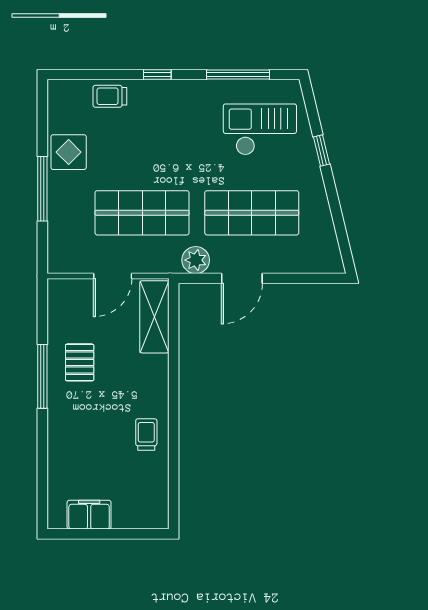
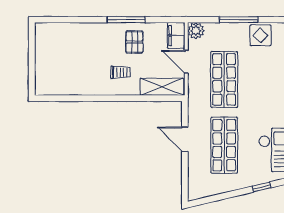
plant: (196, 260) -> (196, 31), moved
pallet: (80, 362) -> (134, 42), turned 90
trolley: (146, 434) -> (121, 72), moved
filing cabinet: (89, 515) -> (176, 36), moved, turned 180

